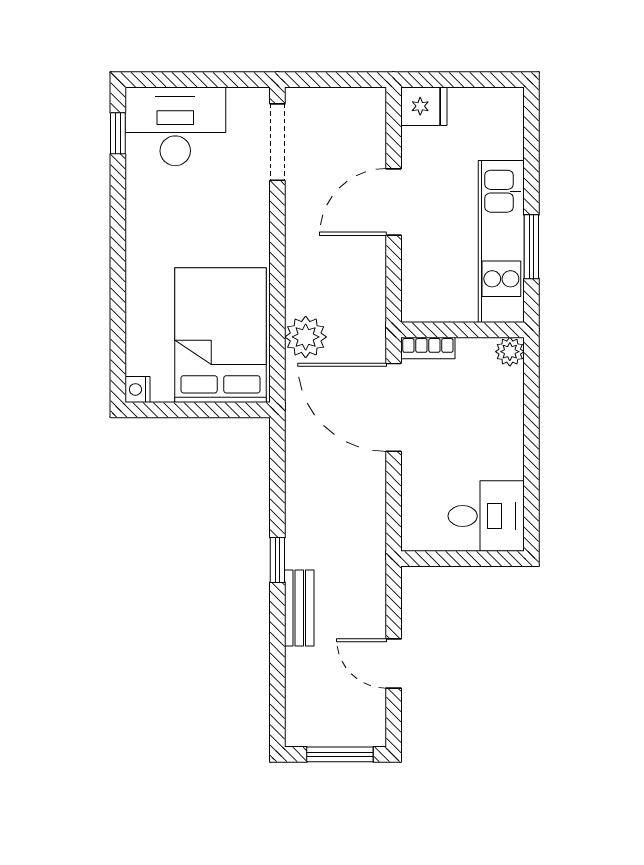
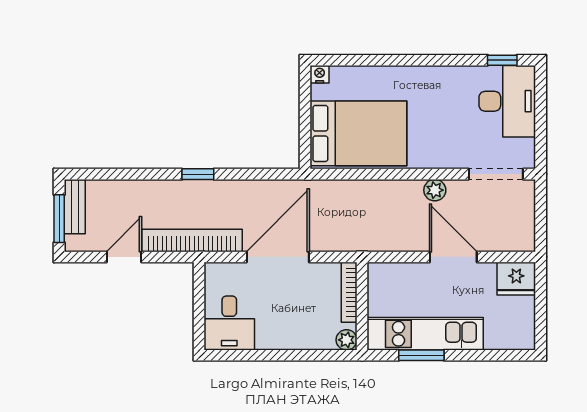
fridge: (424, 106) -> (516, 279), width x1.38
plant: (306, 337) -> (435, 190), moved, width x0.73, depth x0.73
bookcase: (428, 348) -> (349, 292), width x1.56
door: (394, 407) -> (278, 257), moved
bookcase: (370, 568) -> (192, 240), added
bench: (299, 608) -> (75, 207), moved, turned 90

